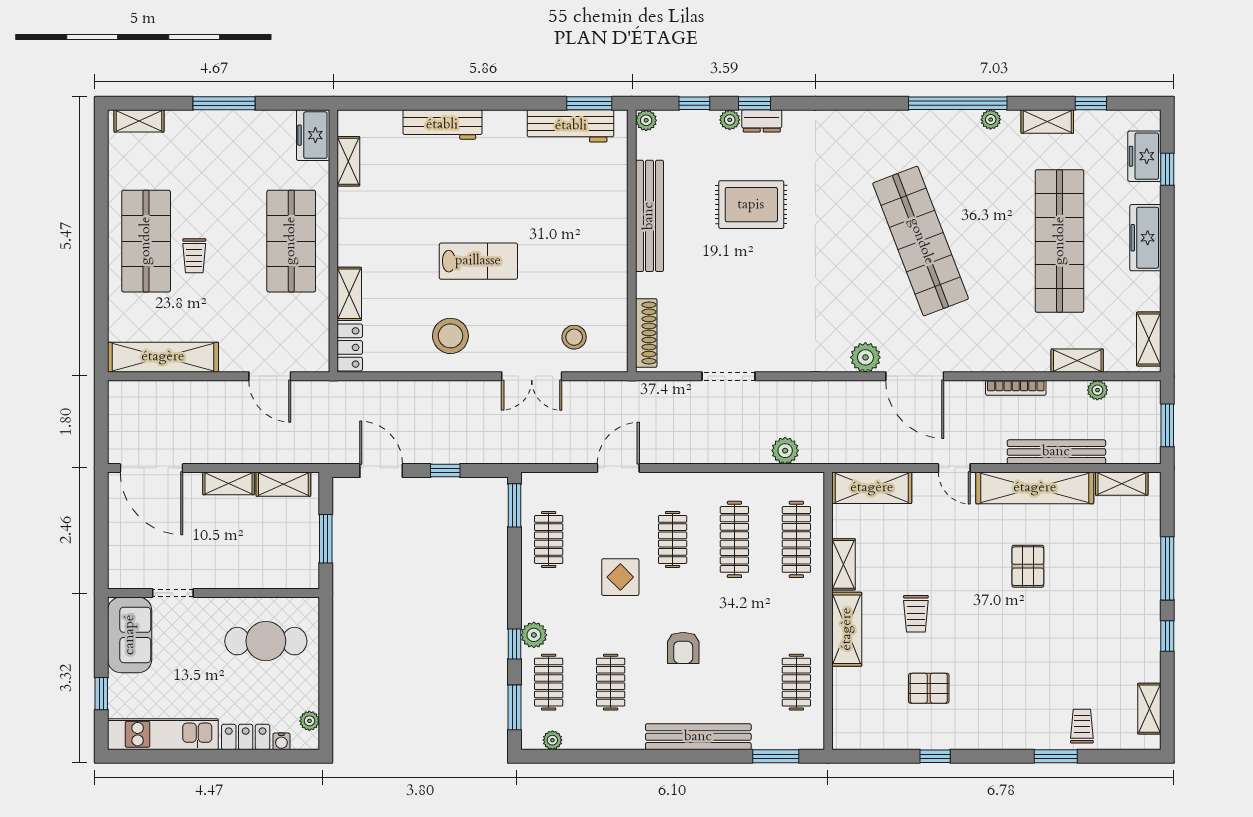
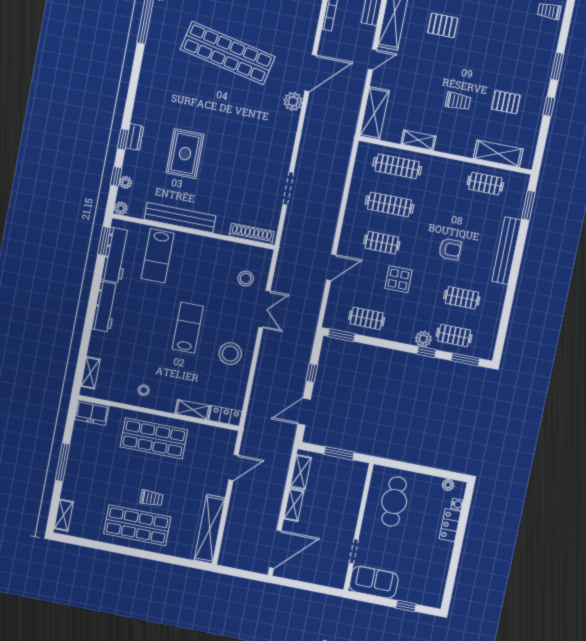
plant: (730, 120) -> (125, 182), moved
workbench: (442, 125) -> (105, 307), moved
shelving: (348, 161) -> (90, 373), moved, turned 90
lab bench: (583, 192) -> (158, 256), added
stool: (365, 210) -> (144, 390), added
shop shelf: (921, 241) -> (228, 53), turned 33
plant: (785, 451) -> (341, 163), removed
door: (618, 468) -> (331, 267), swing flipped
shelving: (847, 629) -> (498, 154), moved
pallet: (929, 688) -> (506, 102), turned 90
kitchen unit: (163, 734) -> (438, 574), removed
plant: (552, 740) -> (490, 340), removed
window: (1056, 756) -> (557, 66), moved

